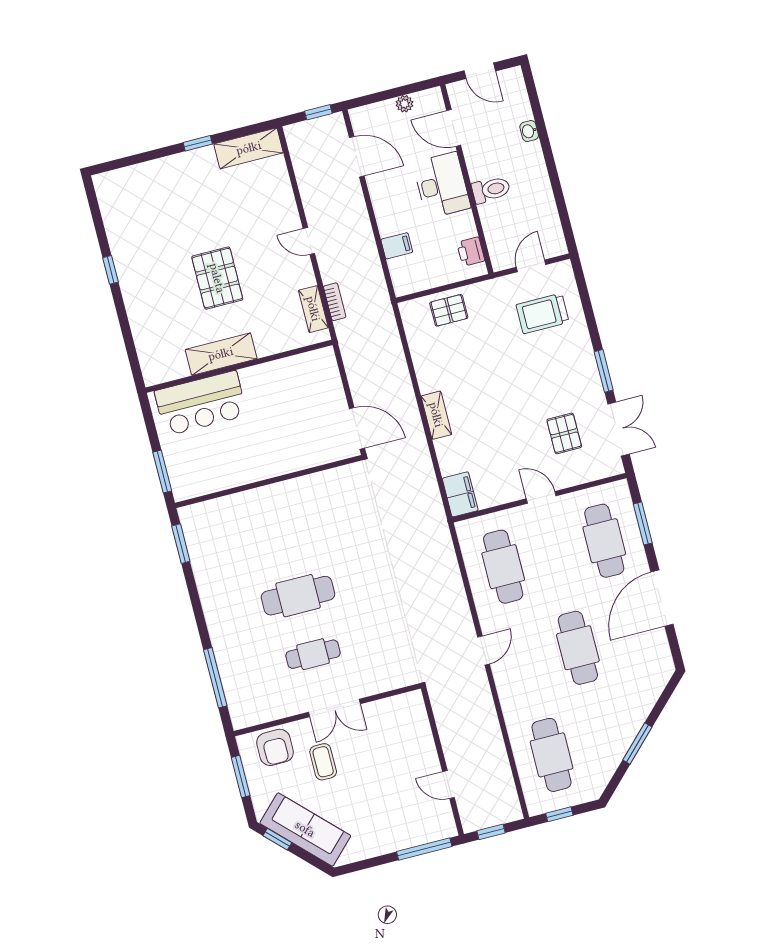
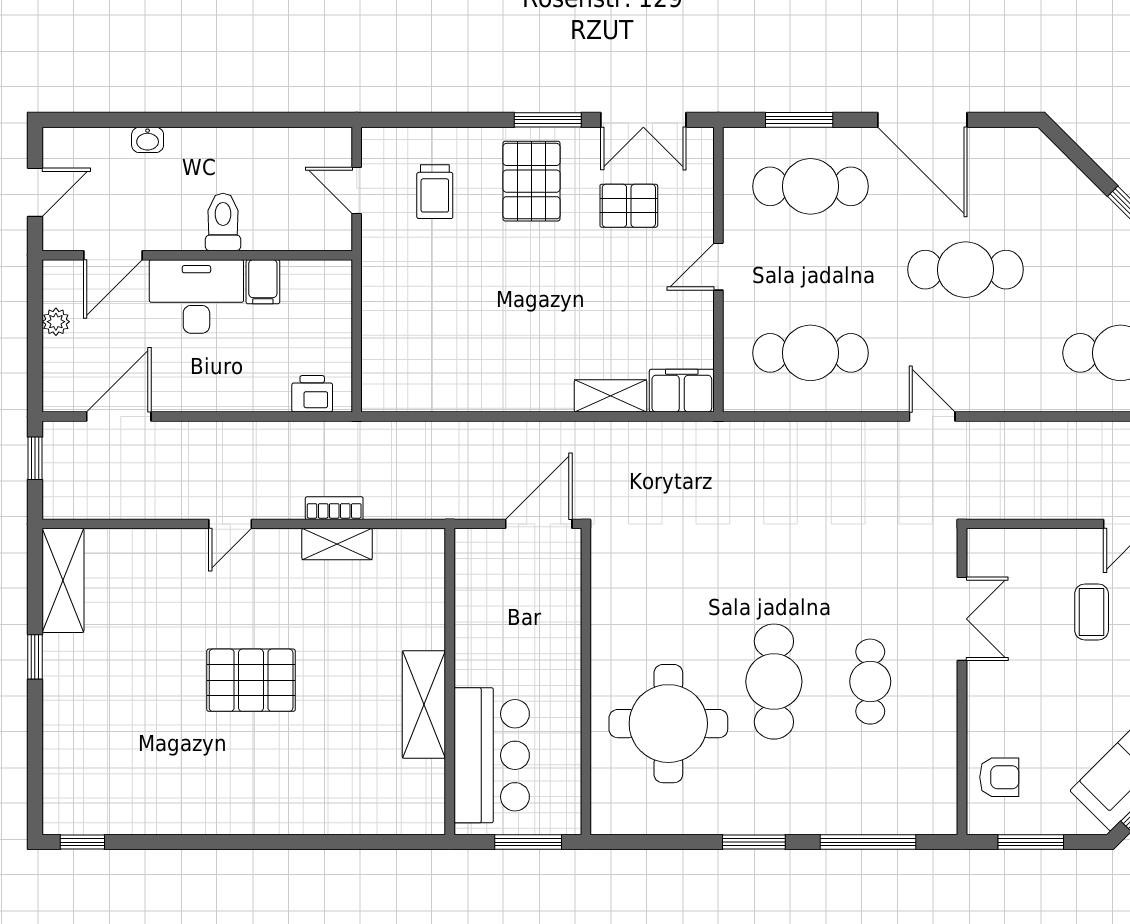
filing cabinet: (397, 246) -> (263, 282), moved, turned 180
printer: (471, 252) -> (312, 394), moved, turned 180
window: (110, 270) -> (82, 842), moved
pallet: (449, 310) -> (531, 181), moved, width x1.50, depth x1.42
trolley: (542, 314) -> (435, 192), width x0.73, depth x0.72
shelving: (221, 354) -> (424, 704), moved
wall: (239, 366) -> (450, 682), moved
bar counter: (201, 403) -> (492, 755), moved
shelving: (436, 415) -> (611, 396), moved
double door: (619, 429) -> (643, 120), swing flipped
round table: (256, 538) -> (668, 724), added
window: (181, 544) -> (754, 842), moved
double door: (334, 708) -> (962, 619), moved
armchair: (275, 747) -> (999, 777), width x0.72, depth x0.72
coffee table: (323, 762) -> (1092, 612), moved, turned 90

